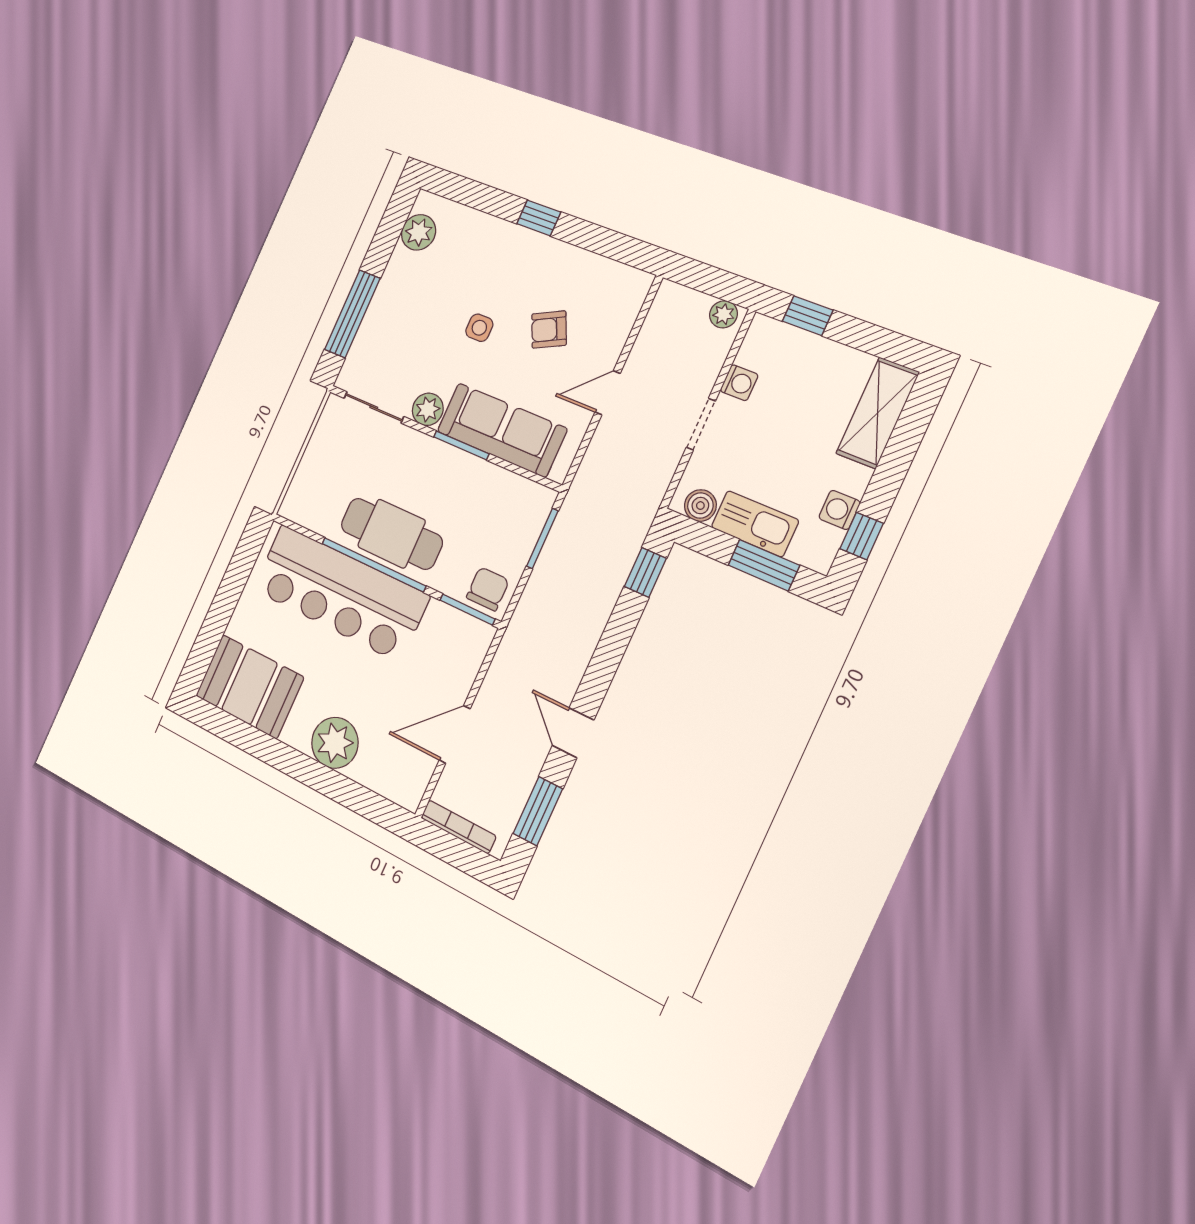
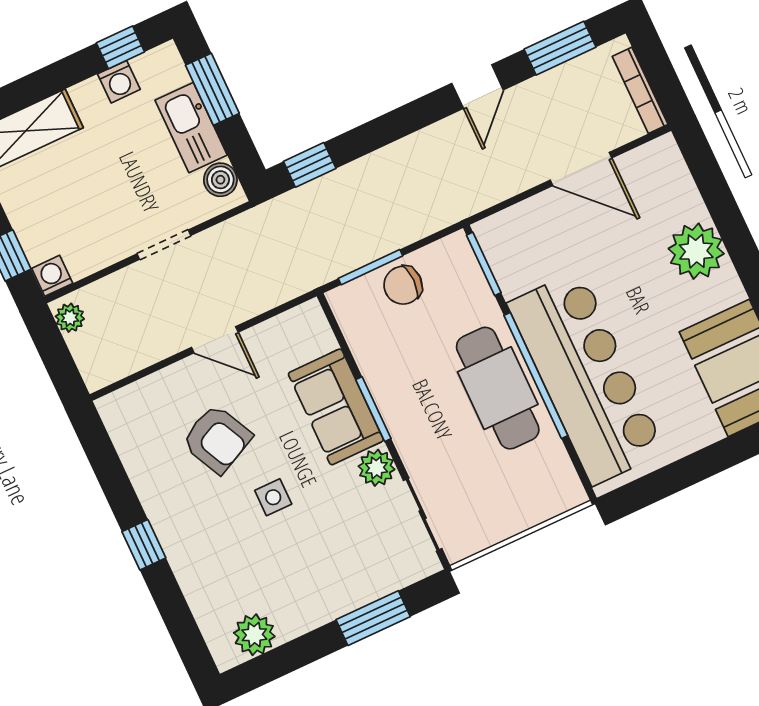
window: (352, 314) -> (373, 618), width x0.69
armchair: (549, 330) -> (217, 439), width x1.38, depth x1.38
washing machine: (739, 383) -> (52, 276), moved
sofa: (502, 430) -> (336, 407), width x0.73
chair: (488, 589) -> (403, 285), moved

